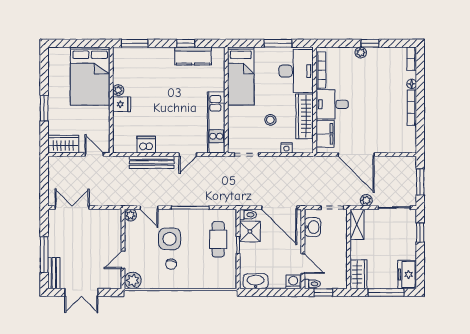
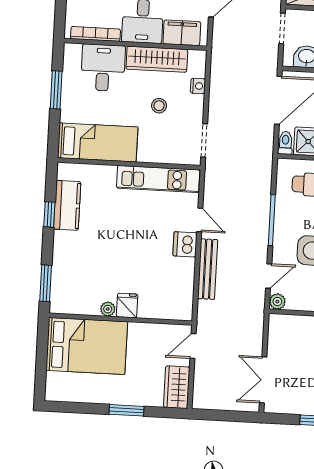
desk: (296, 71) -> (103, 68), width x0.73
dishwasher: (146, 145) -> (185, 244), moved

